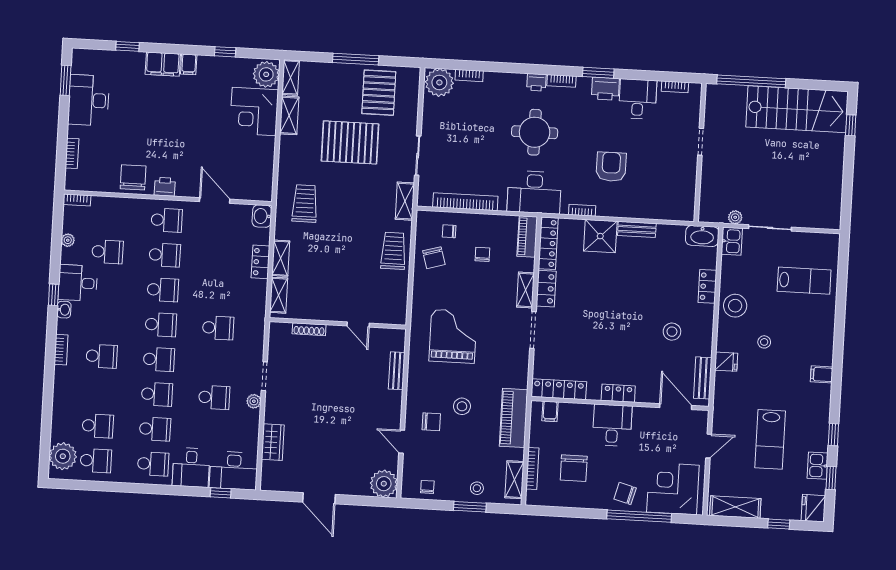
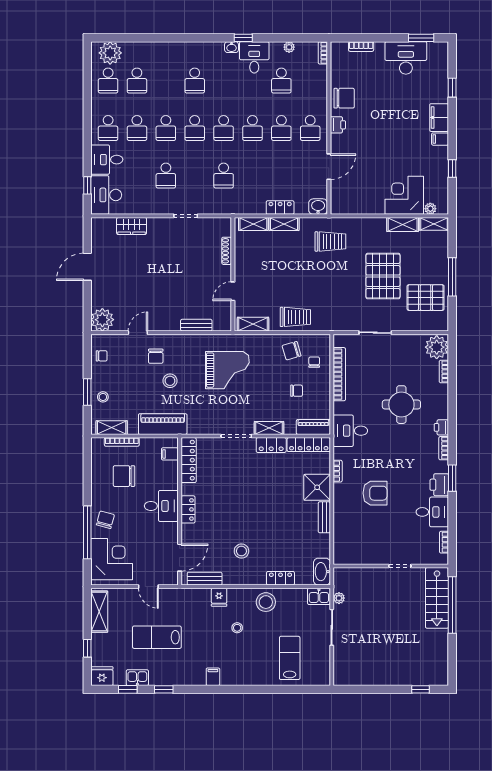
plant: (266, 74) -> (430, 209), width x0.53, depth x0.53
stairs: (797, 109) -> (437, 598), moved, width x0.73, depth x0.66
round table: (535, 132) -> (401, 405), moved
desk: (534, 192) -> (350, 431), width x0.73
shelving: (405, 201) -> (253, 324), moved
lab bench: (804, 281) -> (290, 658), turned 180
bookcase: (61, 350) -> (198, 47), removed
plant: (254, 401) -> (165, 208), removed

